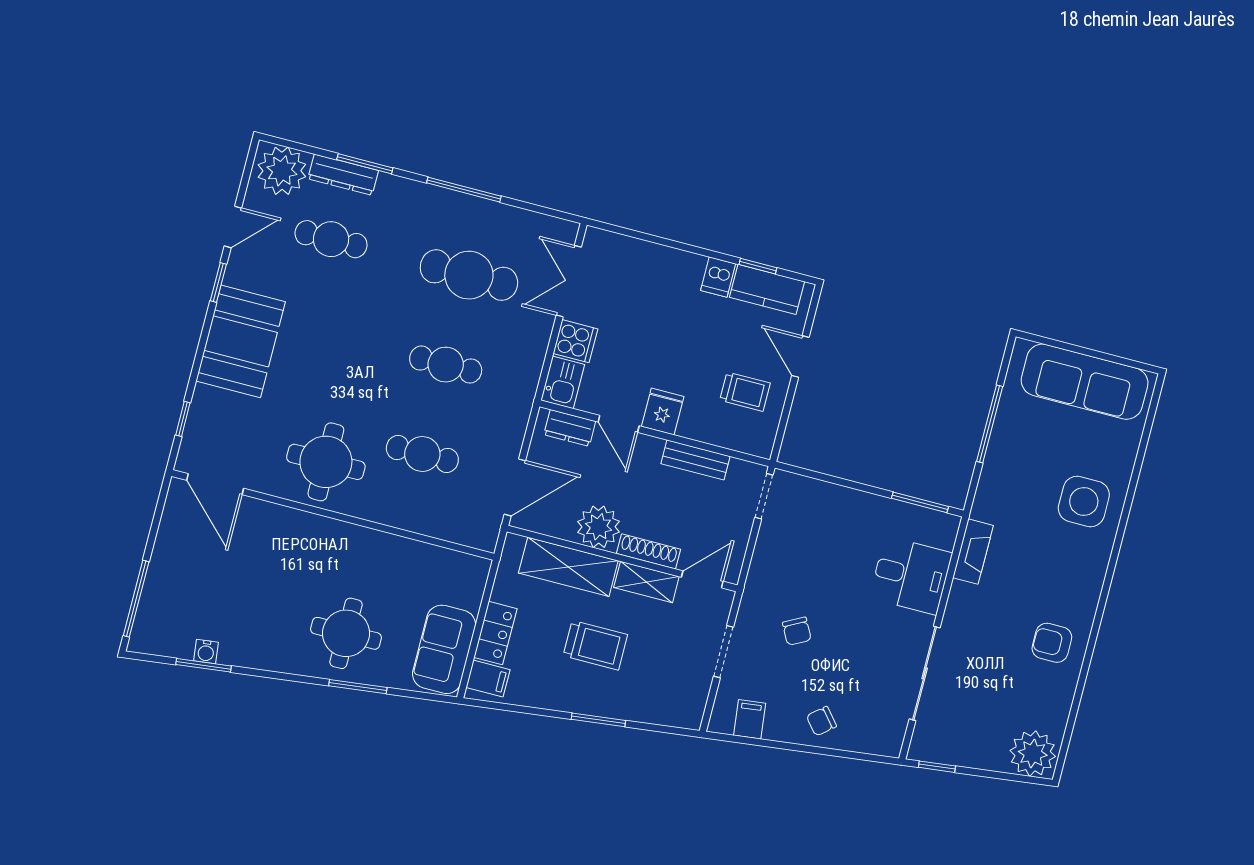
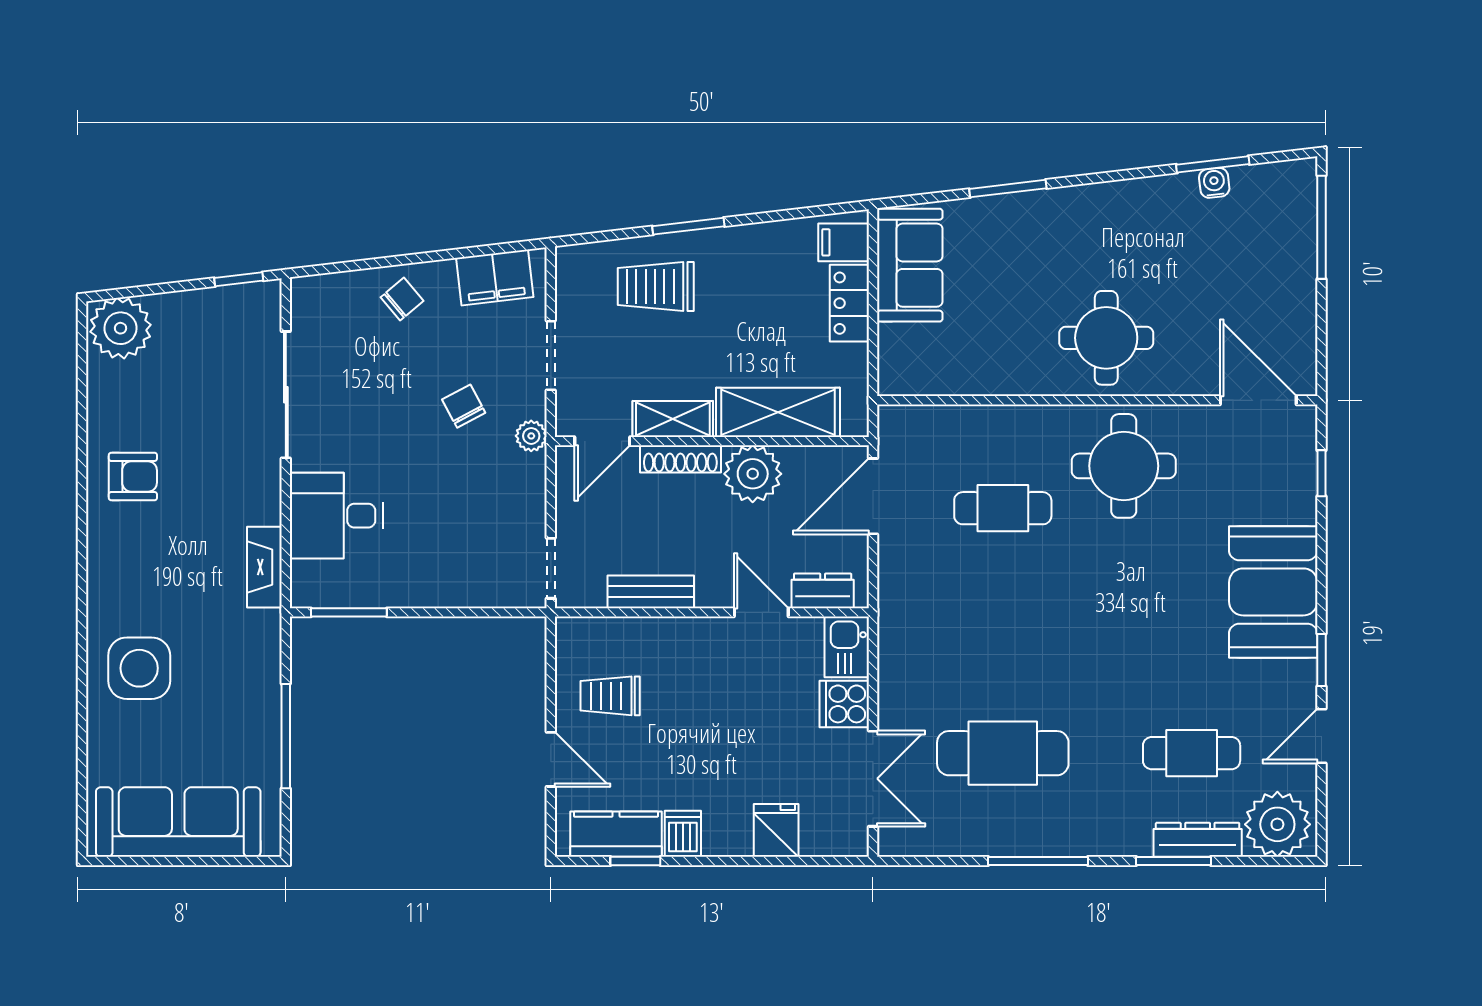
cafe table: (446, 365) -> (1003, 631), removed
fridge: (663, 411) -> (776, 830), moved, turned 180
plant: (753, 597) -> (531, 436), added
round table: (346, 633) -> (1106, 338), moved
trolley: (595, 645) -> (656, 287), moved
filing cabinet: (750, 719) -> (495, 277), width x2.00

